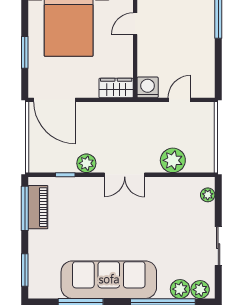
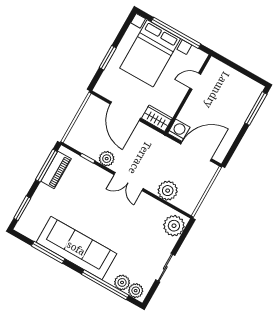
door: (55, 100) -> (125, 111), moved
door: (180, 100) -> (196, 151), width x1.88
plant: (208, 195) -> (174, 226), width x1.88, depth x1.88

